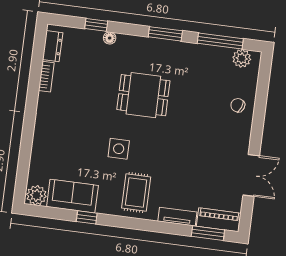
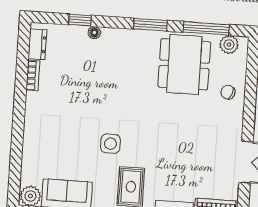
dining table: (143, 95) -> (184, 64), moved, width x1.38

